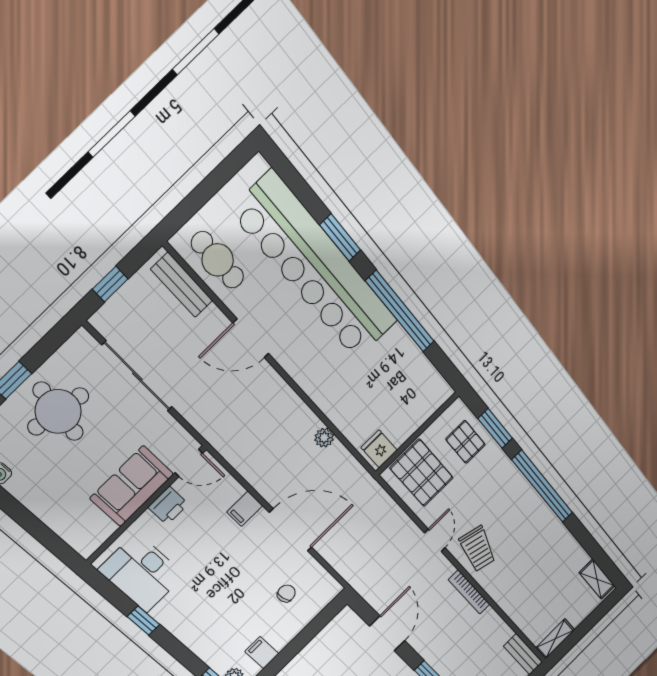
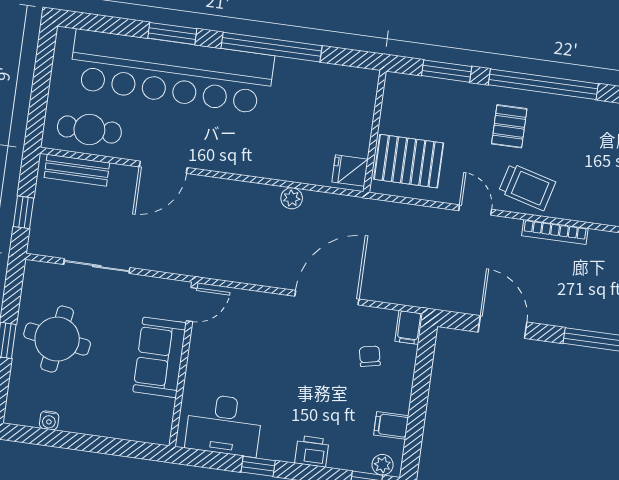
sliding door: (137, 376) -> (97, 266), width x0.73
pallet: (465, 442) -> (509, 126), moved, turned 90
printer: (168, 506) -> (312, 451), moved, turned -90
filing cabinet: (245, 509) -> (409, 327), moved

